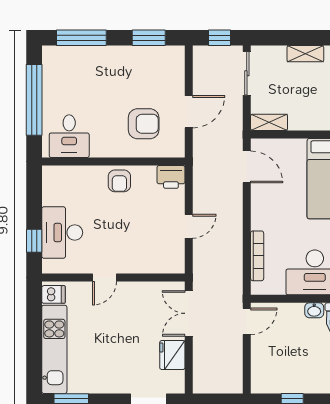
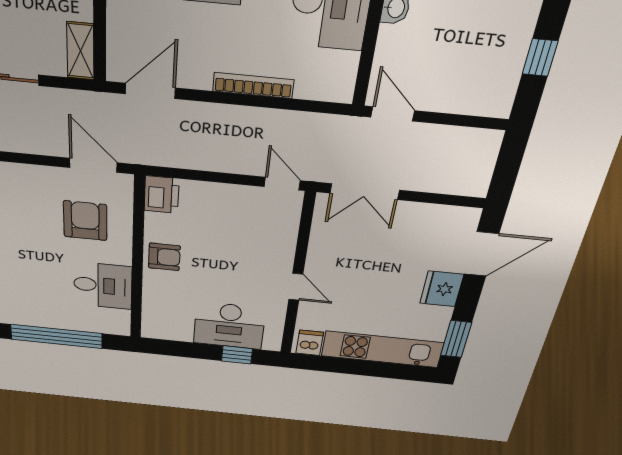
door: (189, 112) -> (93, 165), moved
desk: (69, 136) -> (103, 286), moved
door: (189, 226) -> (282, 184), moved
bookcase: (257, 256) -> (253, 85), moved
fridge: (172, 355) -> (442, 289), moved, turned 90

